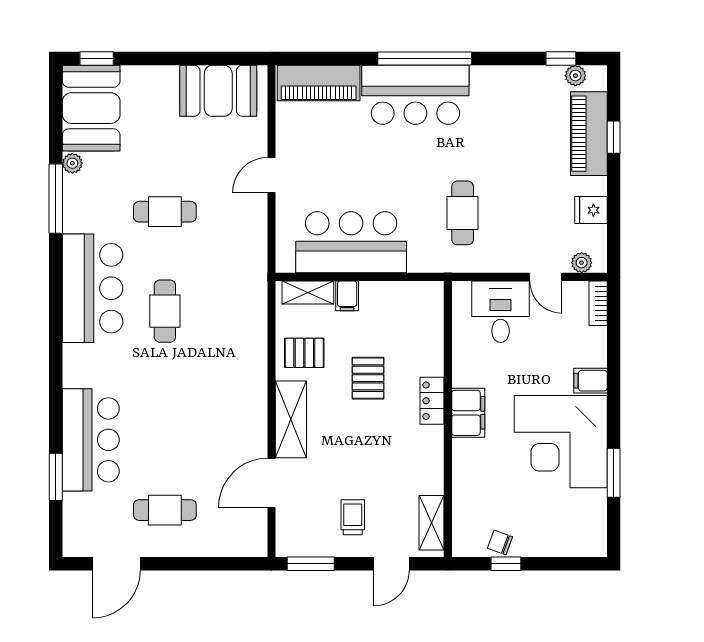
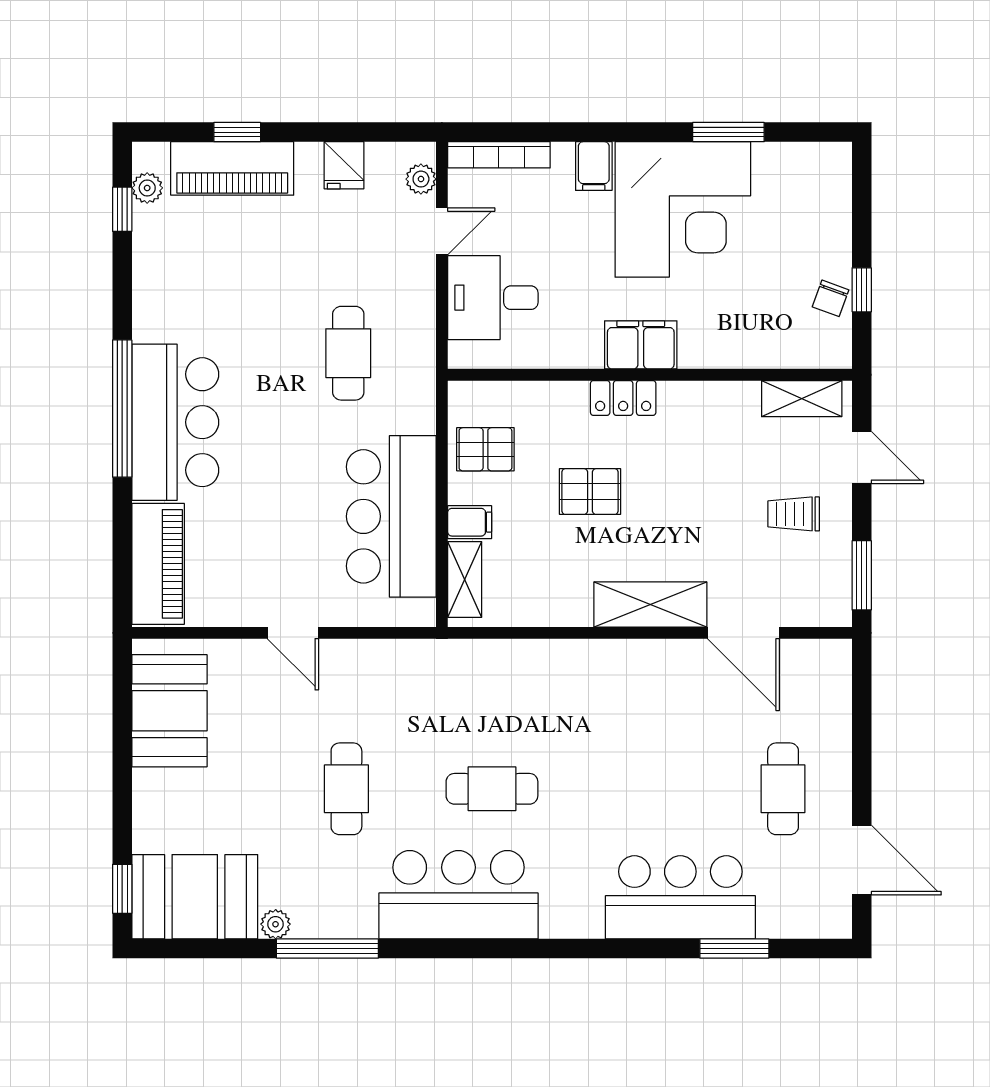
cafe table: (463, 213) -> (348, 353), turned 90
bookcase: (598, 303) -> (499, 155), width x1.56
pallet: (304, 353) -> (485, 449), moved, turned 90

